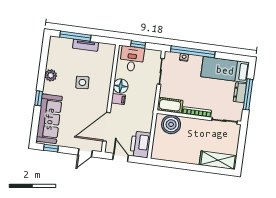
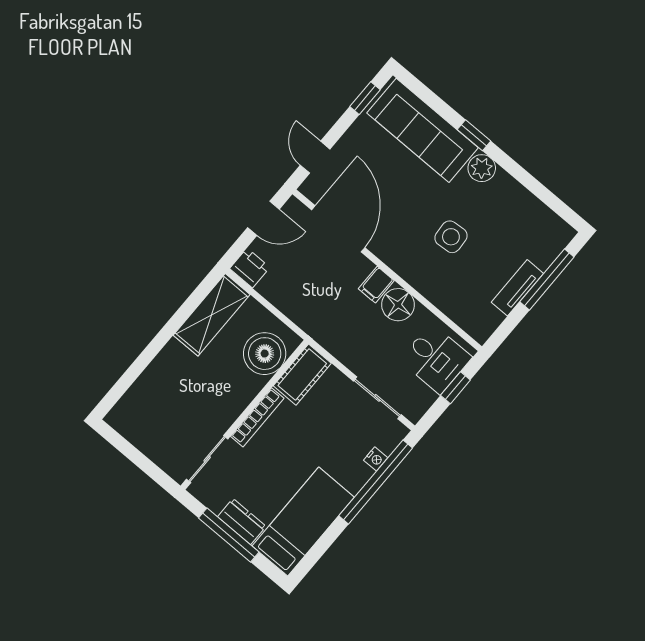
plant: (51, 75) -> (482, 168), moved
printer: (140, 144) -> (250, 268), width x0.53, depth x0.68
shelving: (218, 160) -> (212, 315), moved

